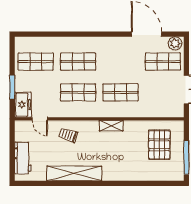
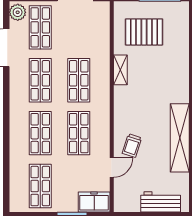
shop shelf: (120, 62) -> (40, 80), added
door: (40, 119) -> (112, 168), moved
shelving: (111, 126) -> (120, 70), moved

